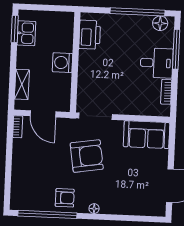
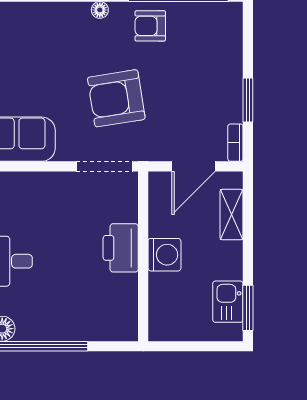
printer: (90, 35) -> (121, 248), moved
door: (43, 114) -> (194, 166), swing flipped
window: (9, 152) -> (248, 100), added

